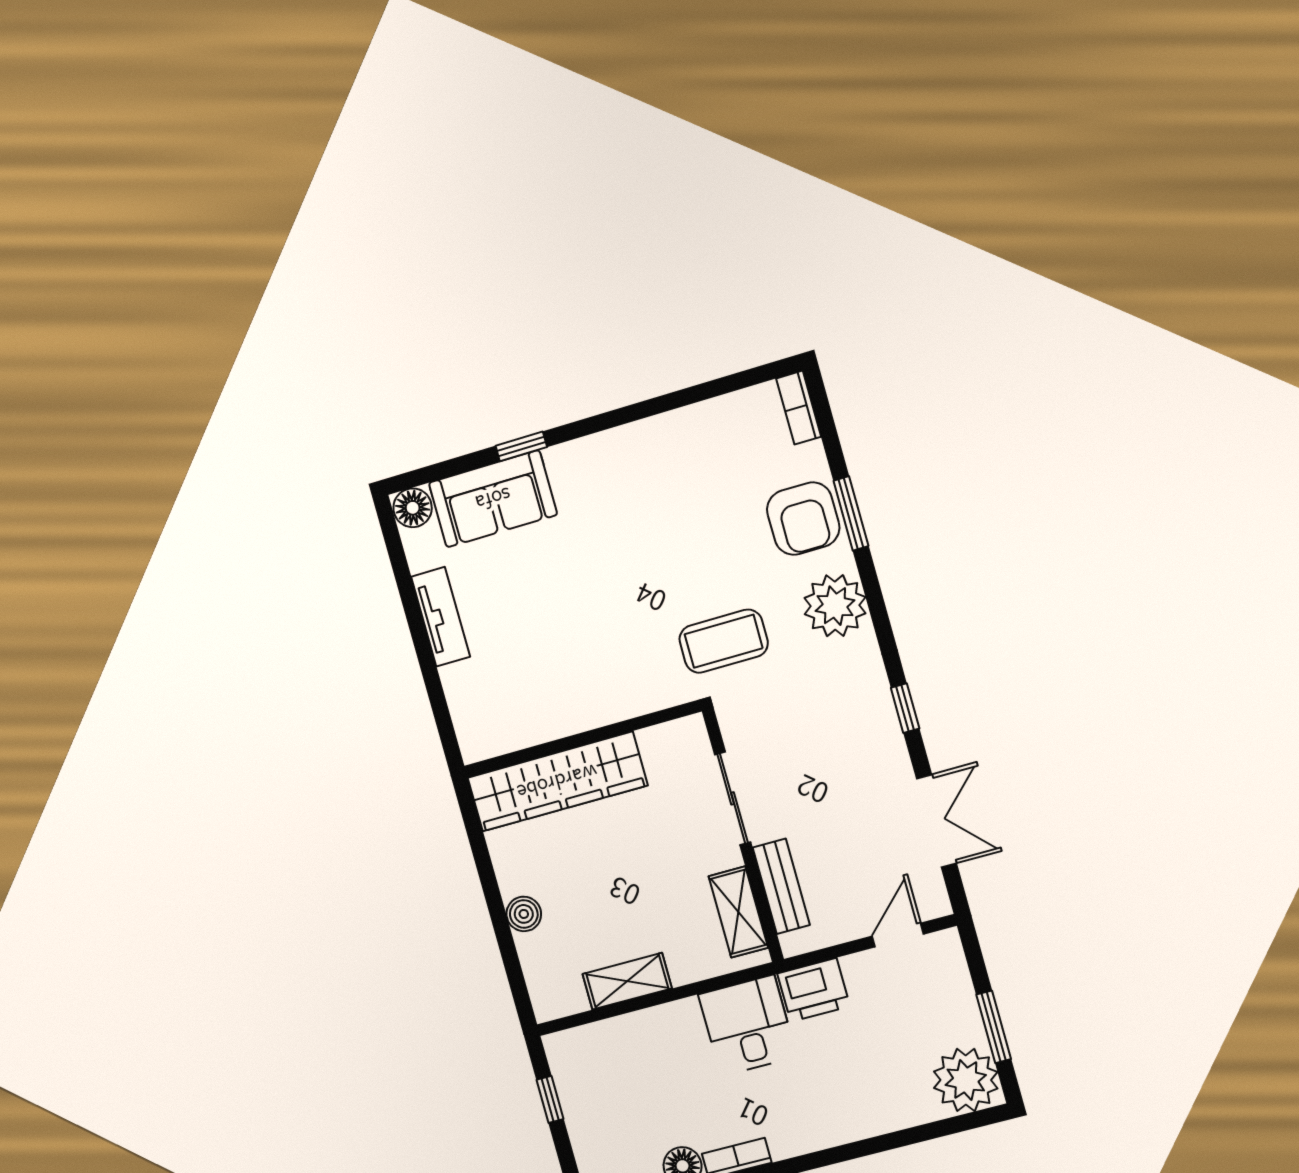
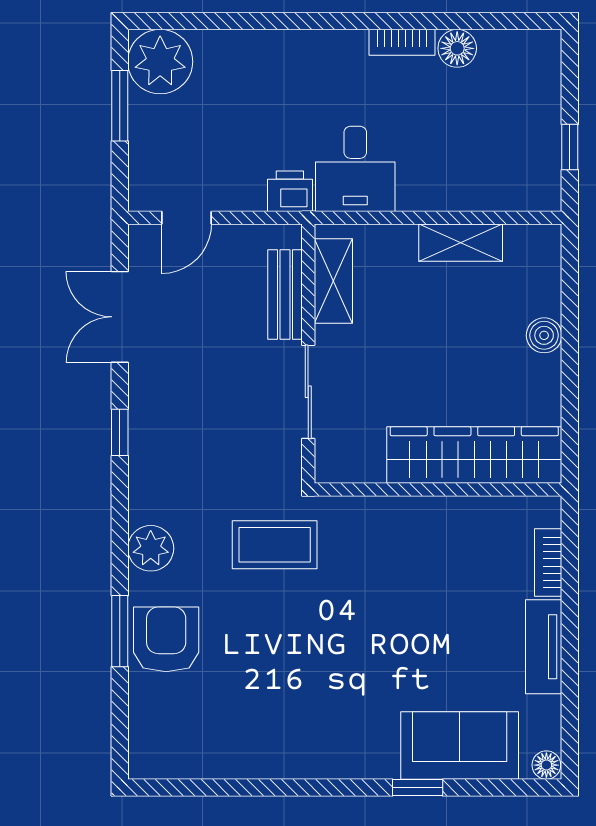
bookcase: (799, 408) -> (548, 563), moved, turned 180
floor lamp: (413, 508) -> (546, 765), width x0.73, depth x0.73
plant: (835, 606) -> (151, 548), width x0.73, depth x0.73
printer: (814, 990) -> (290, 191), width x0.73, depth x0.81

